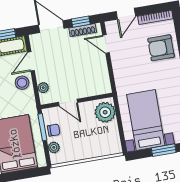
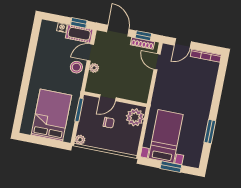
armchair: (161, 48) -> (201, 82), removed
plant: (43, 88) -> (94, 68), moved
door: (68, 102) -> (108, 98), hinge flipped
chair: (54, 130) -> (109, 123), moved
plant: (54, 147) -> (80, 140), moved

